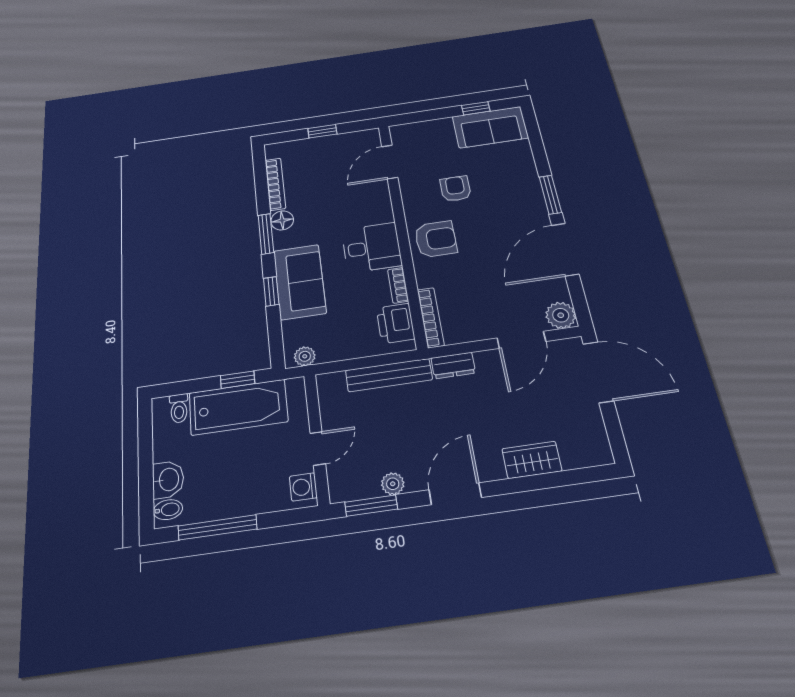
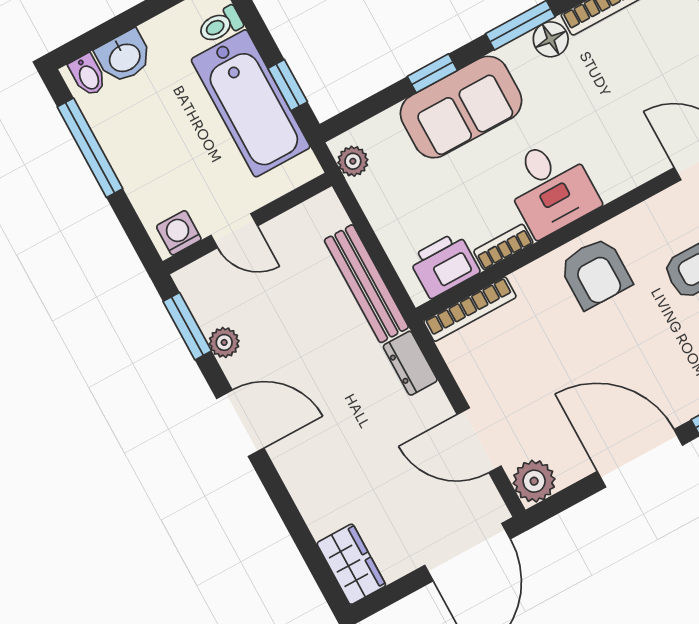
wardrobe: (532, 460) -> (351, 564), moved

